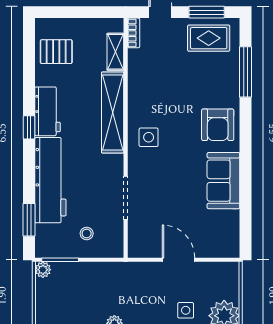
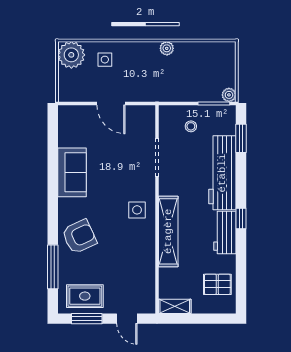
bookcase: (134, 33) -> (150, 301), removed
shelving: (115, 52) -> (175, 306), moved, turned 90
armchair: (218, 125) -> (79, 237), moved, turned 65

